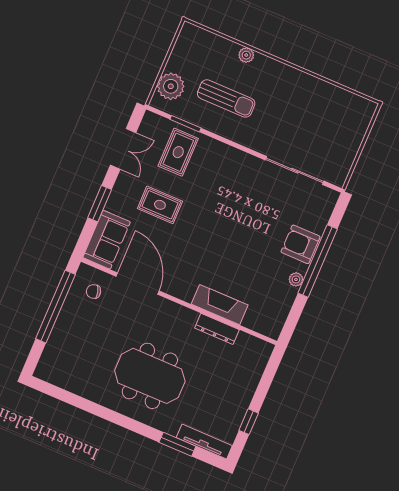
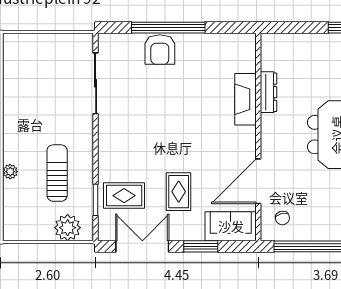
double door: (123, 149) -> (142, 246), width x1.37
plant: (296, 279) -> (193, 40), removed

